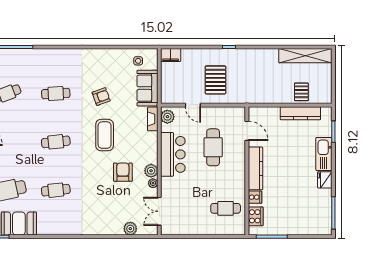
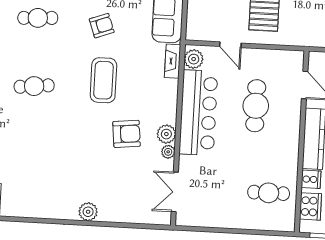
bar counter: (173, 154) -> (198, 113), width x1.36
armchair: (123, 172) -> (127, 134), turned 84
cafe table: (56, 190) -> (30, 154), removed
plant: (130, 229) -> (88, 212), moved

